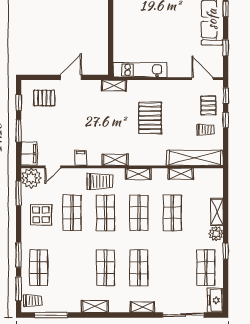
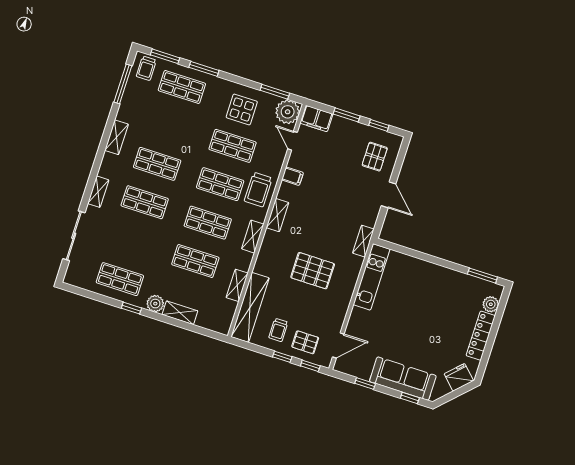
freezer: (215, 300) -> (79, 278), removed

